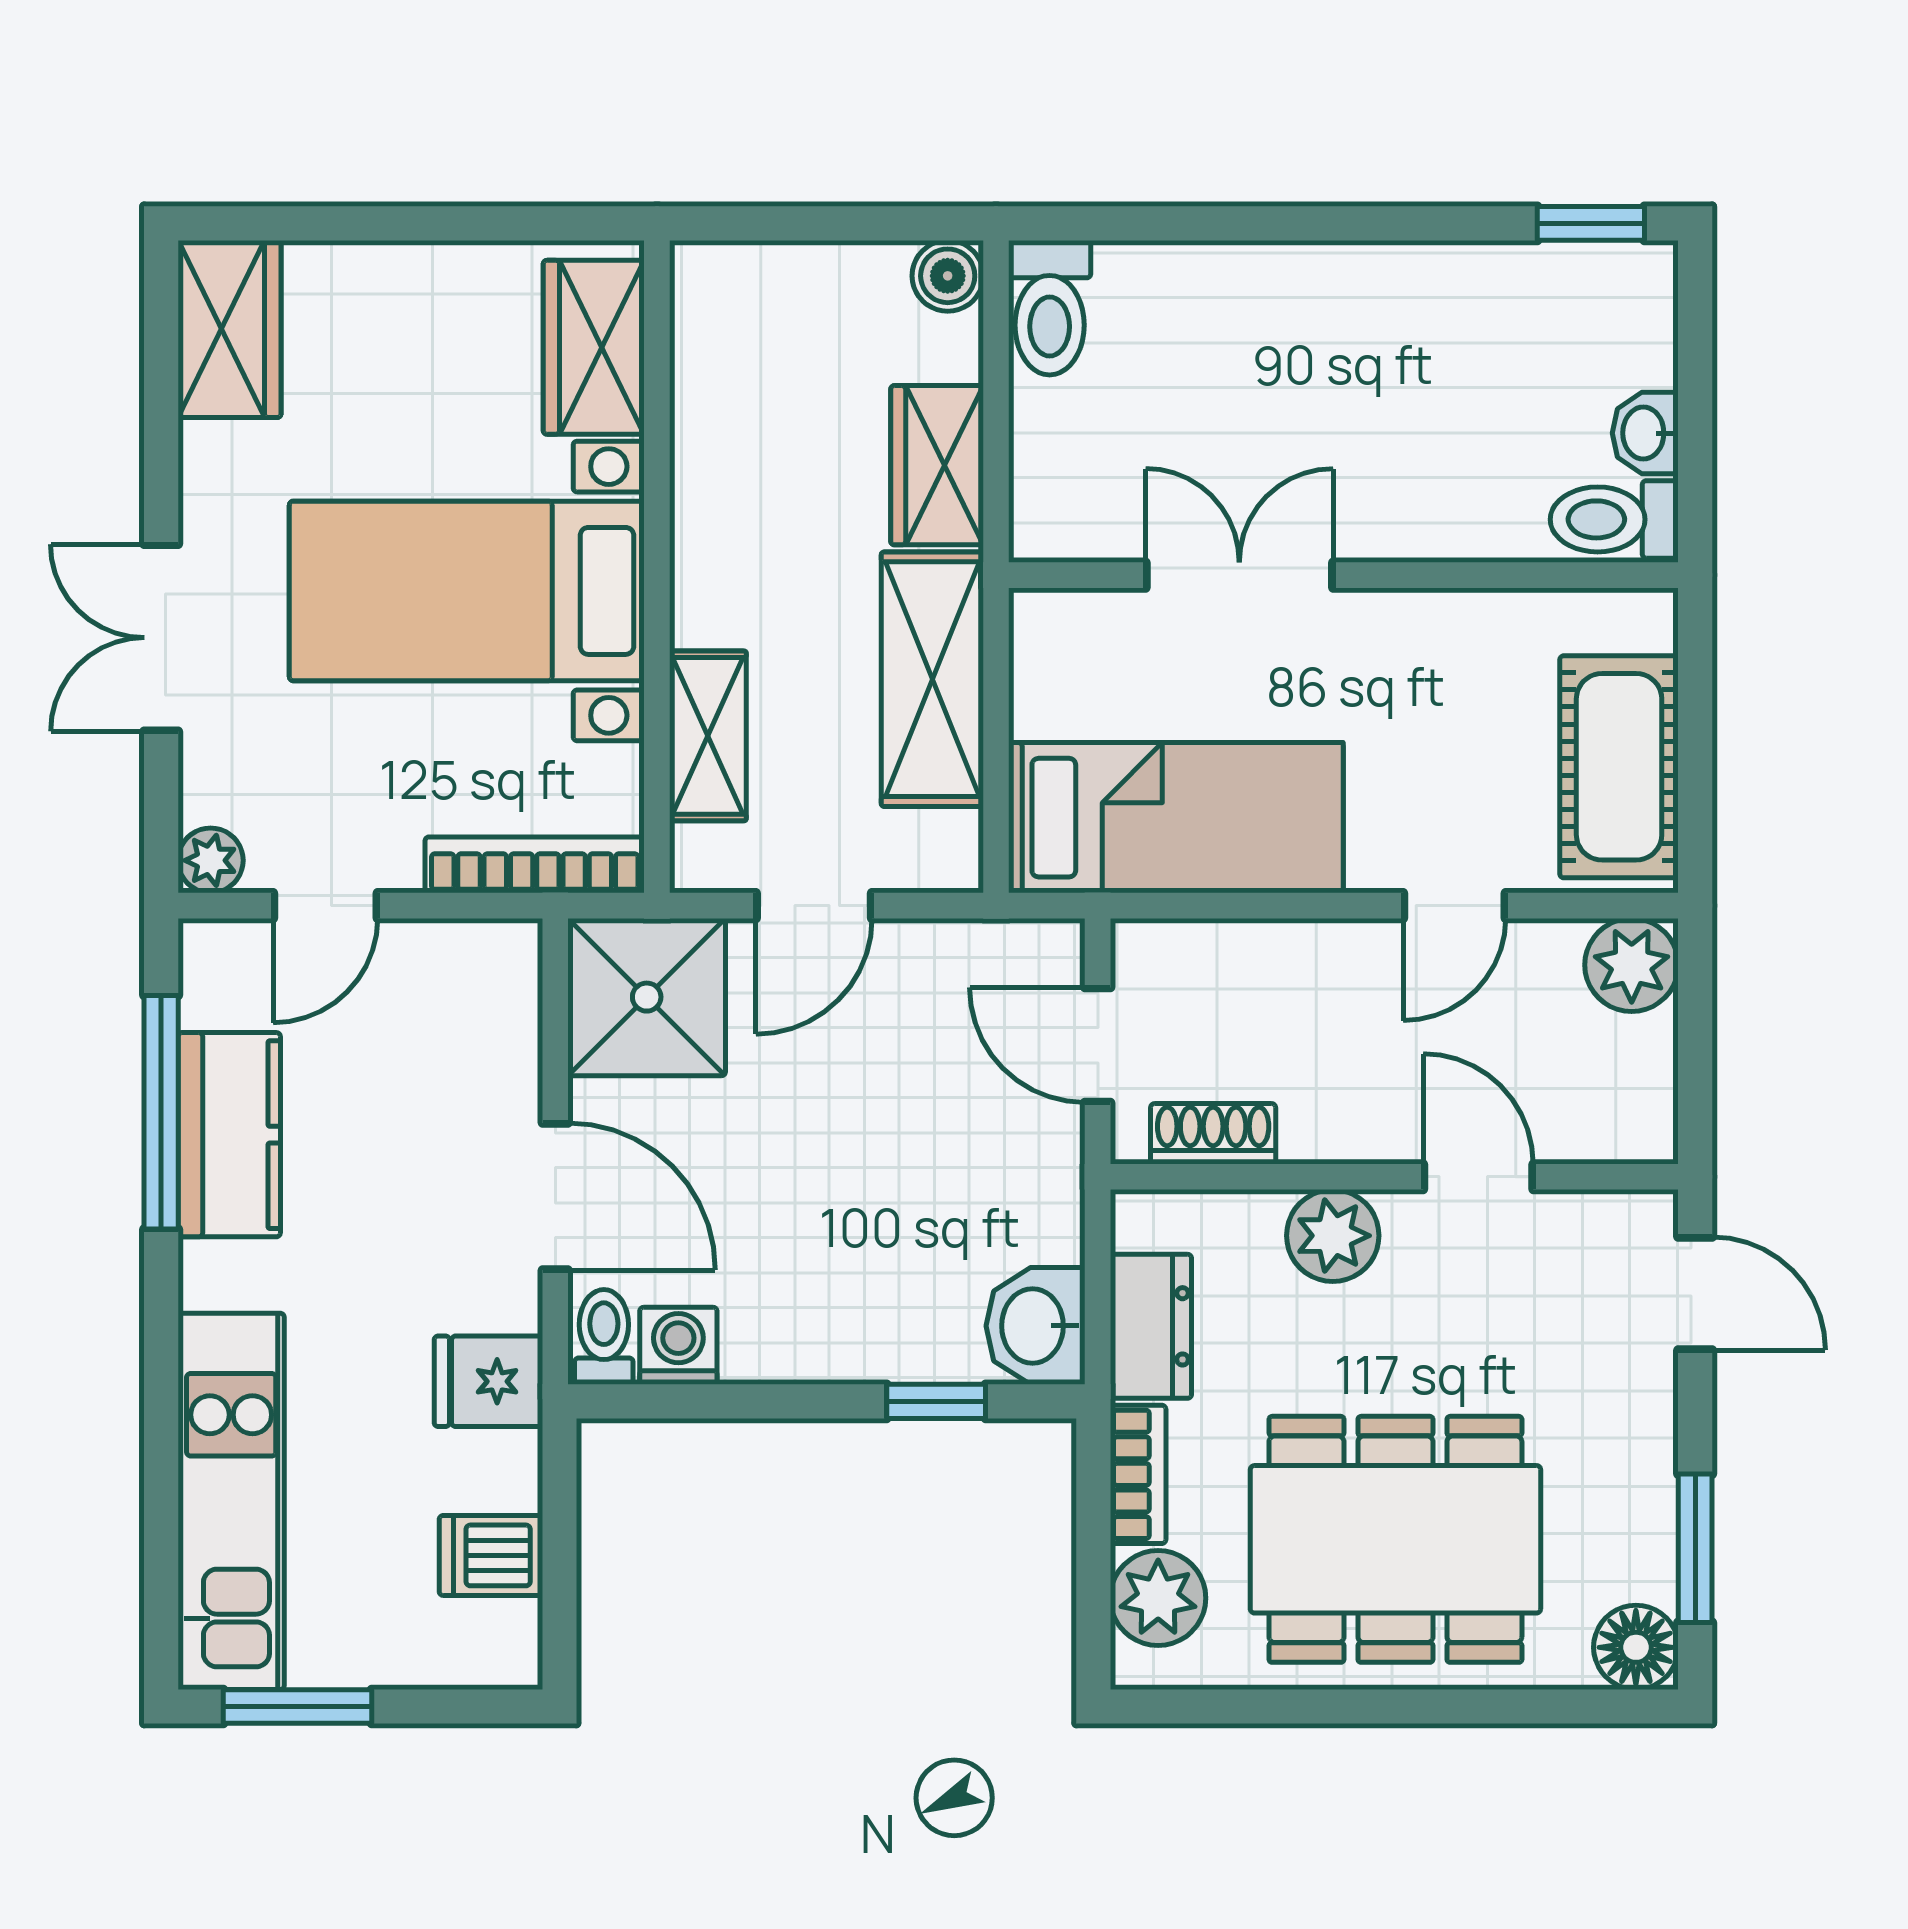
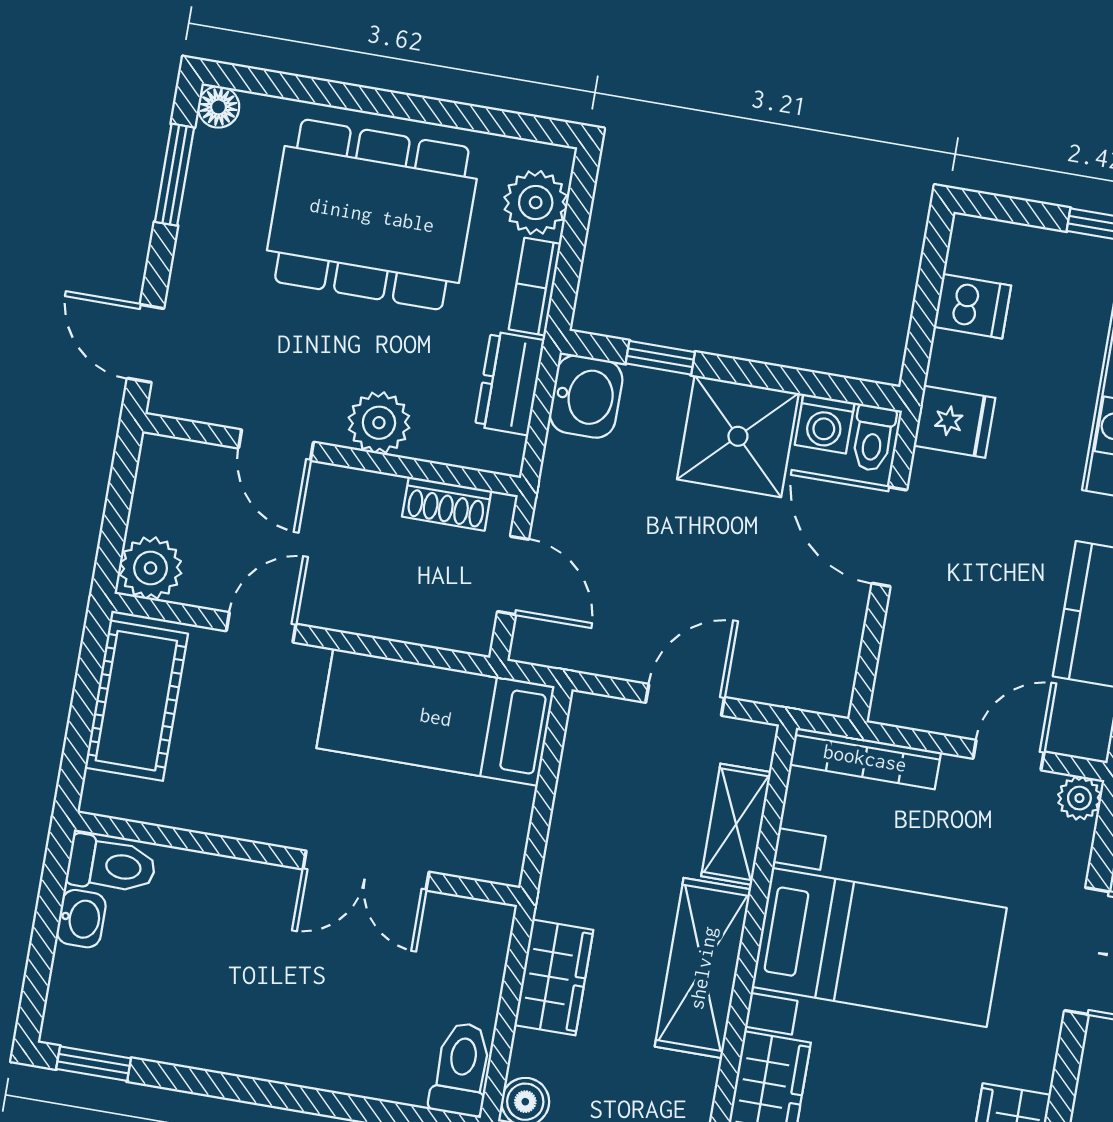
shelving: (932, 679) -> (703, 968), moved
shower: (647, 997) -> (738, 436), moved
floor lamp: (1636, 1647) -> (219, 107), width x0.73, depth x0.73

